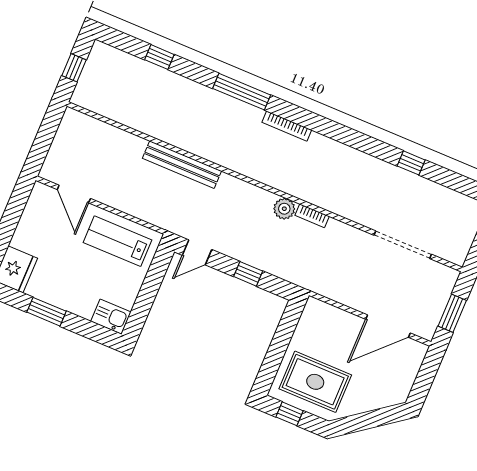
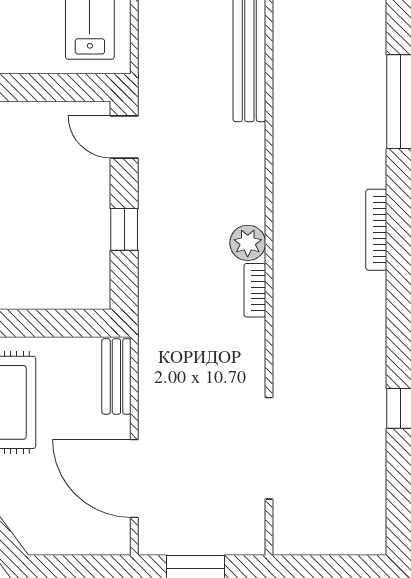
bookcase: (287, 126) -> (376, 230), moved
bench: (328, 312) -> (116, 376), added

